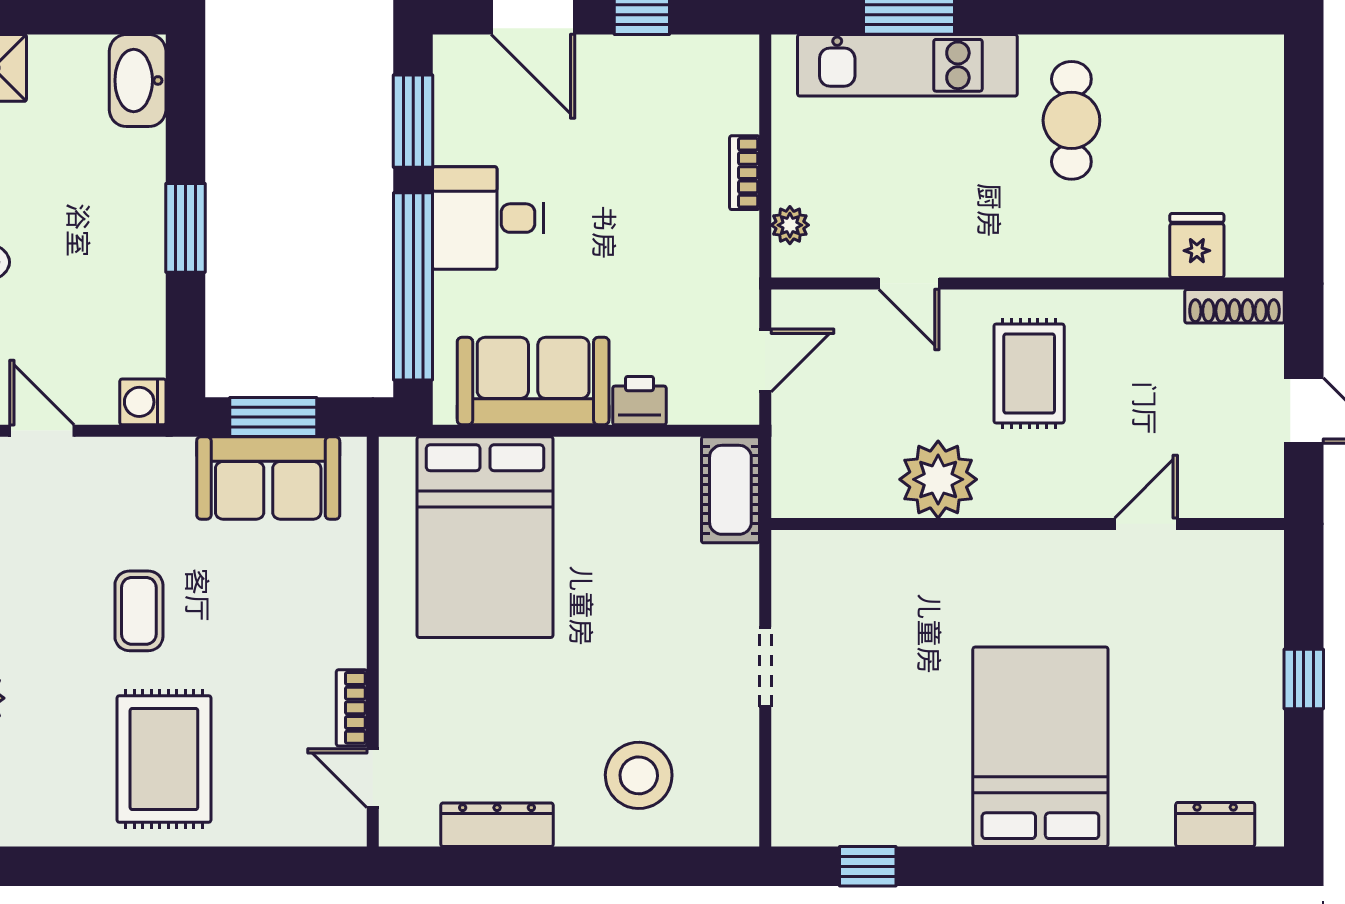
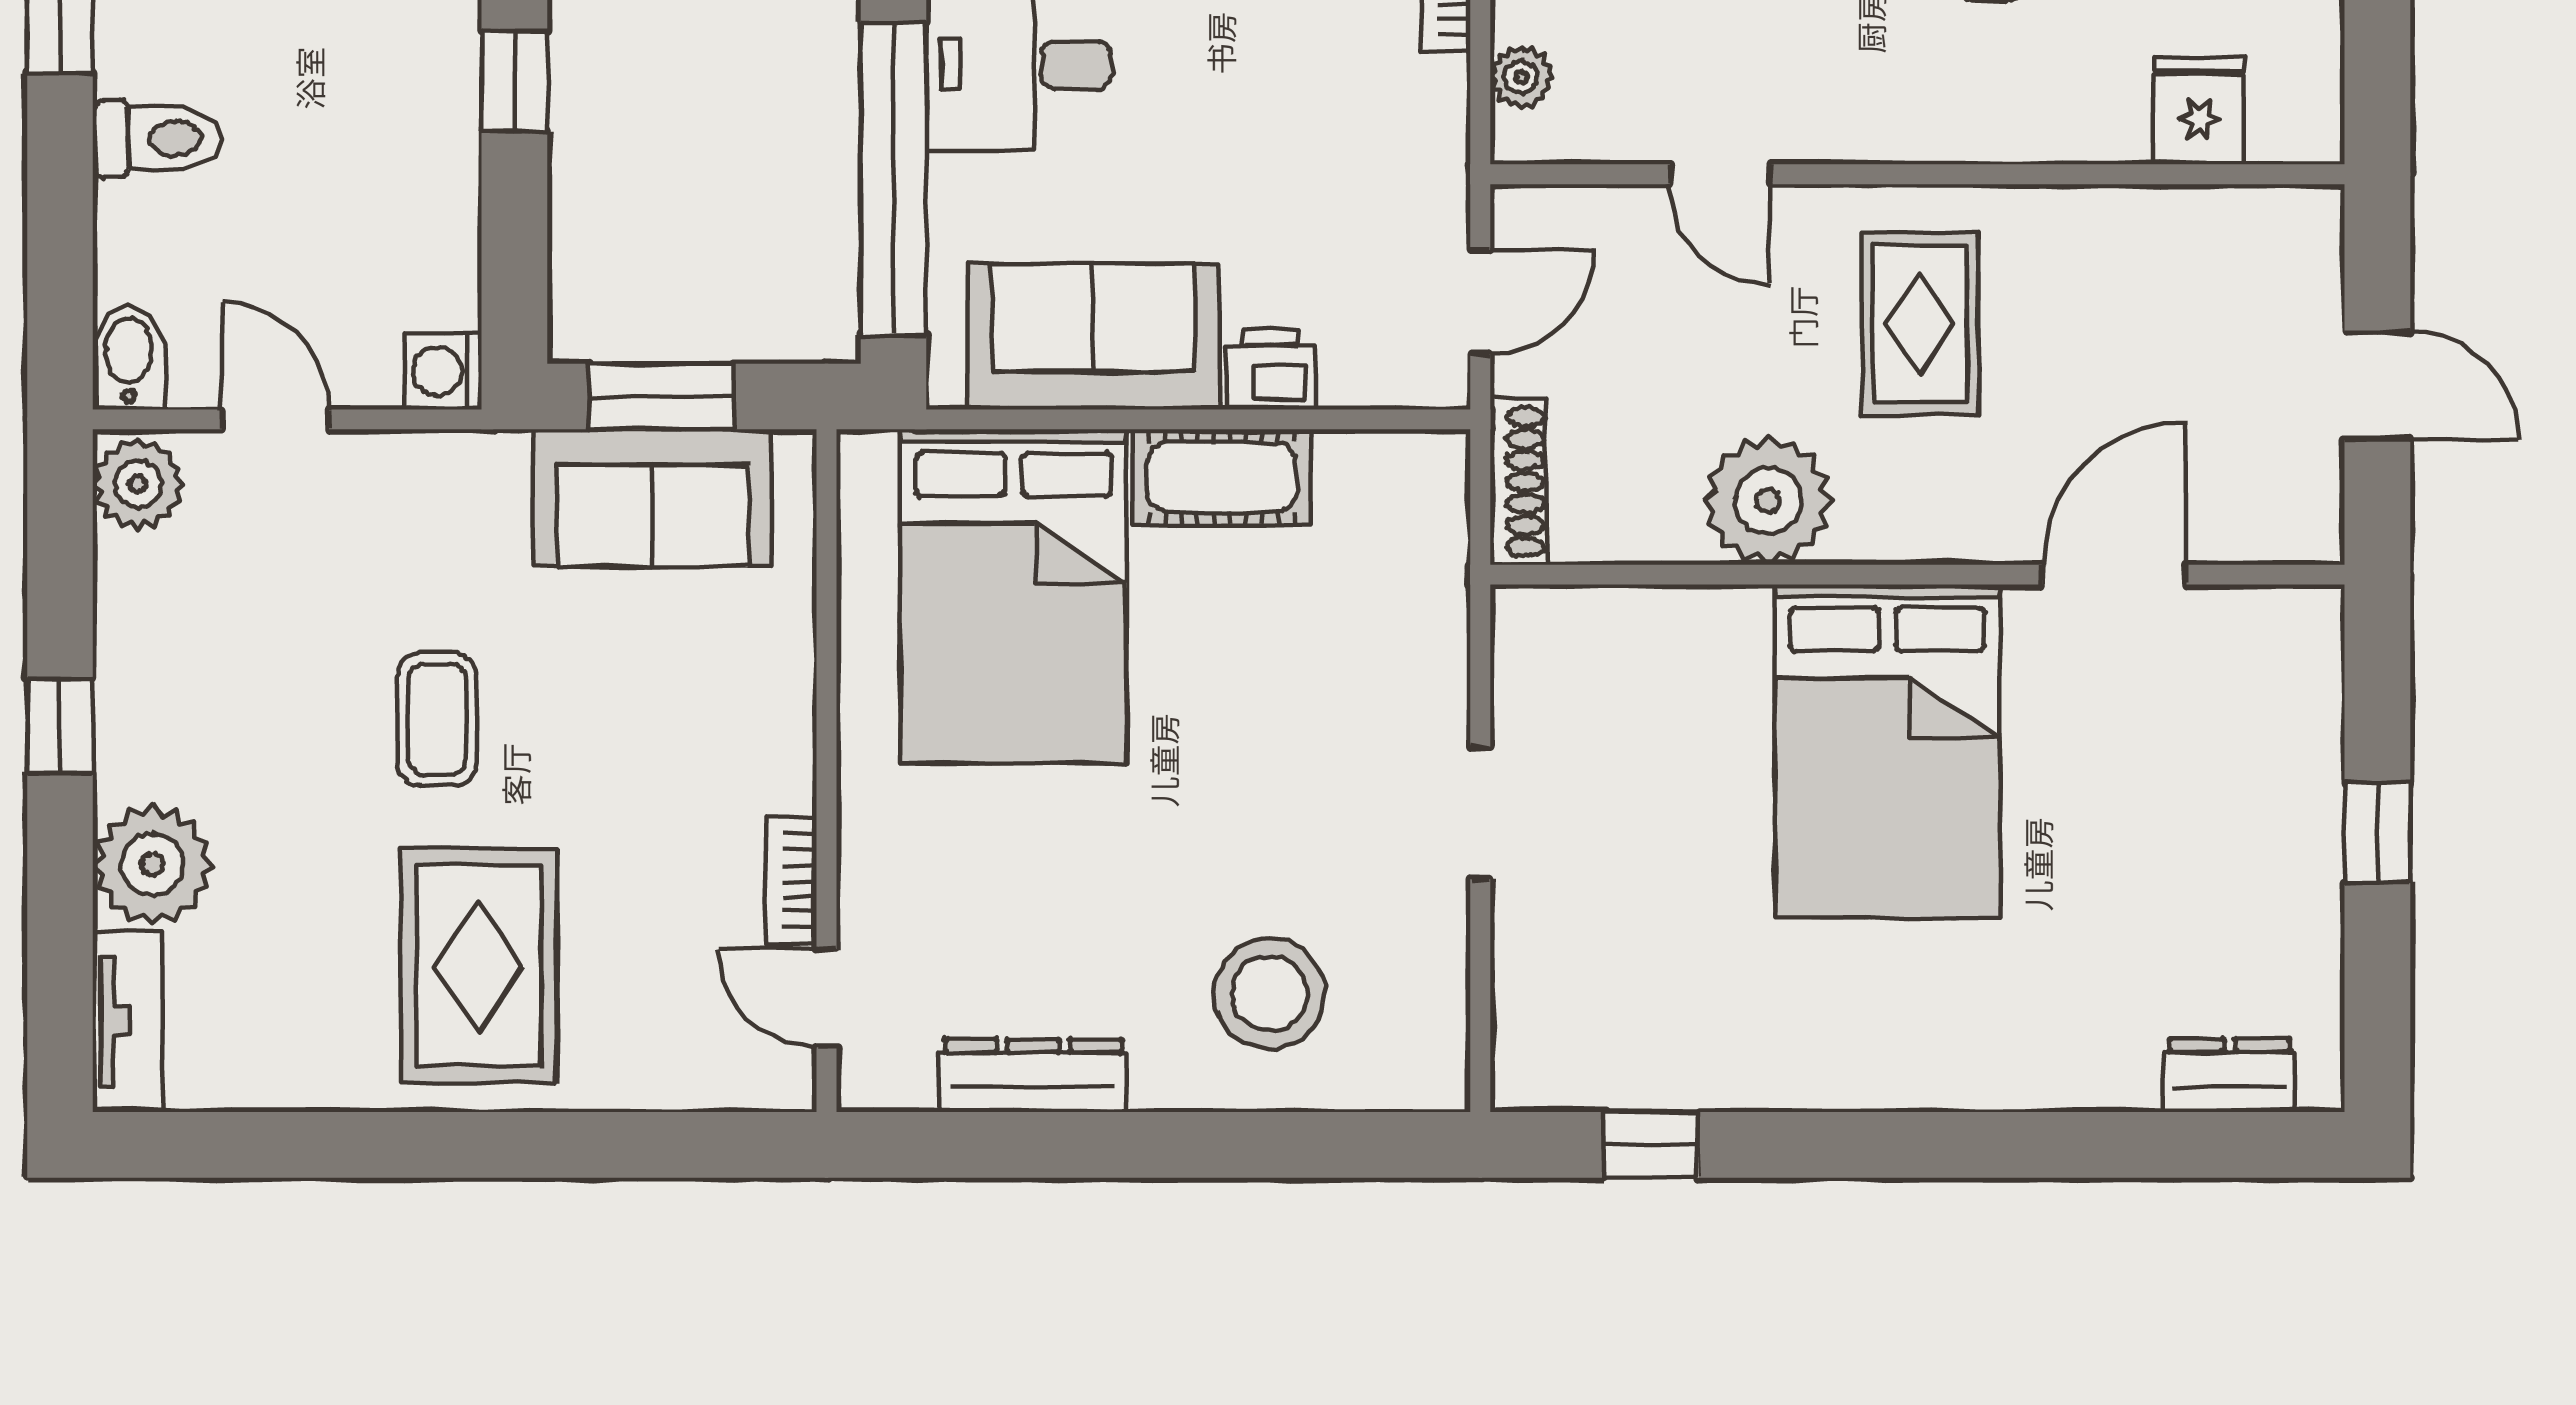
window: (185, 228) -> (514, 81), width x0.67
shoe rack: (1235, 306) -> (1518, 482), moved, turned -90
cot: (730, 490) -> (1222, 477), moved, turned 90
door: (1146, 524) -> (2115, 575), width x1.38
bed: (1040, 747) -> (1887, 751), moved, turned 180

